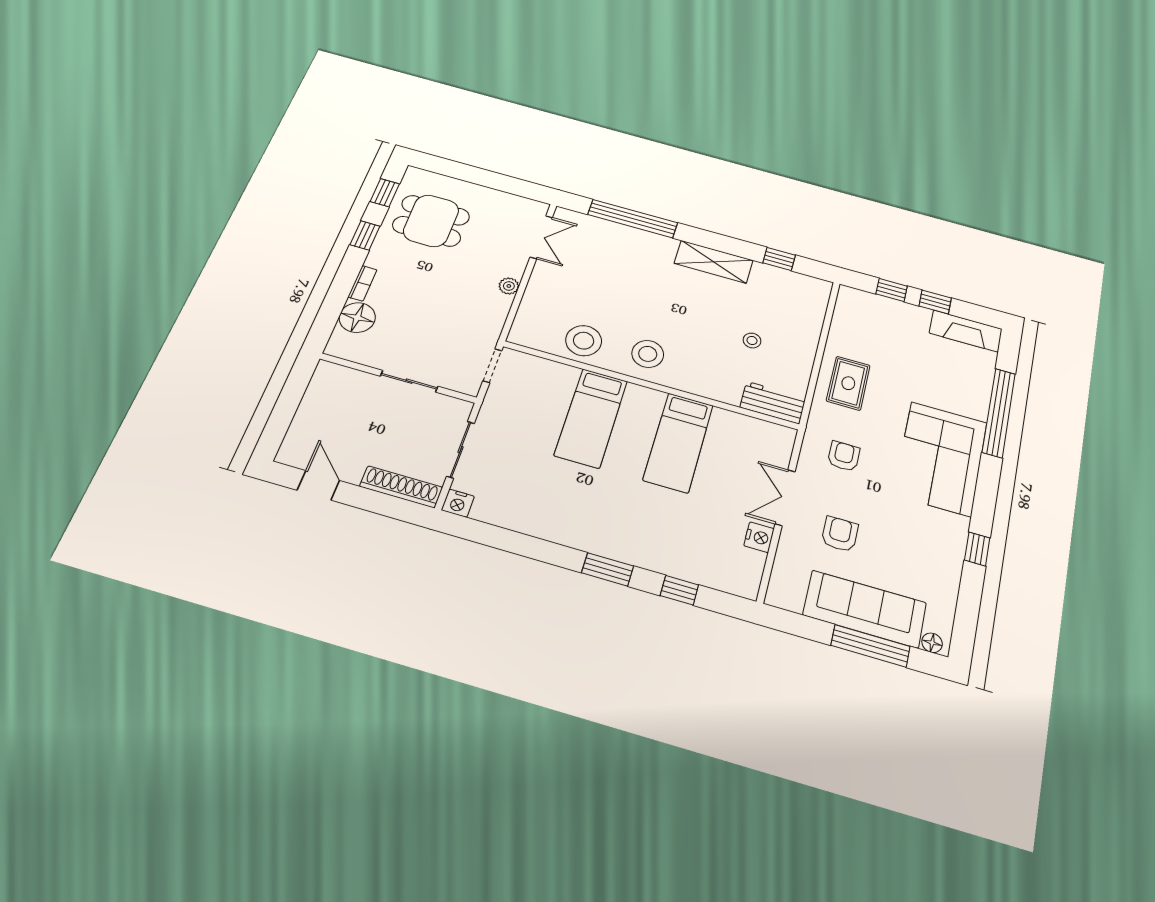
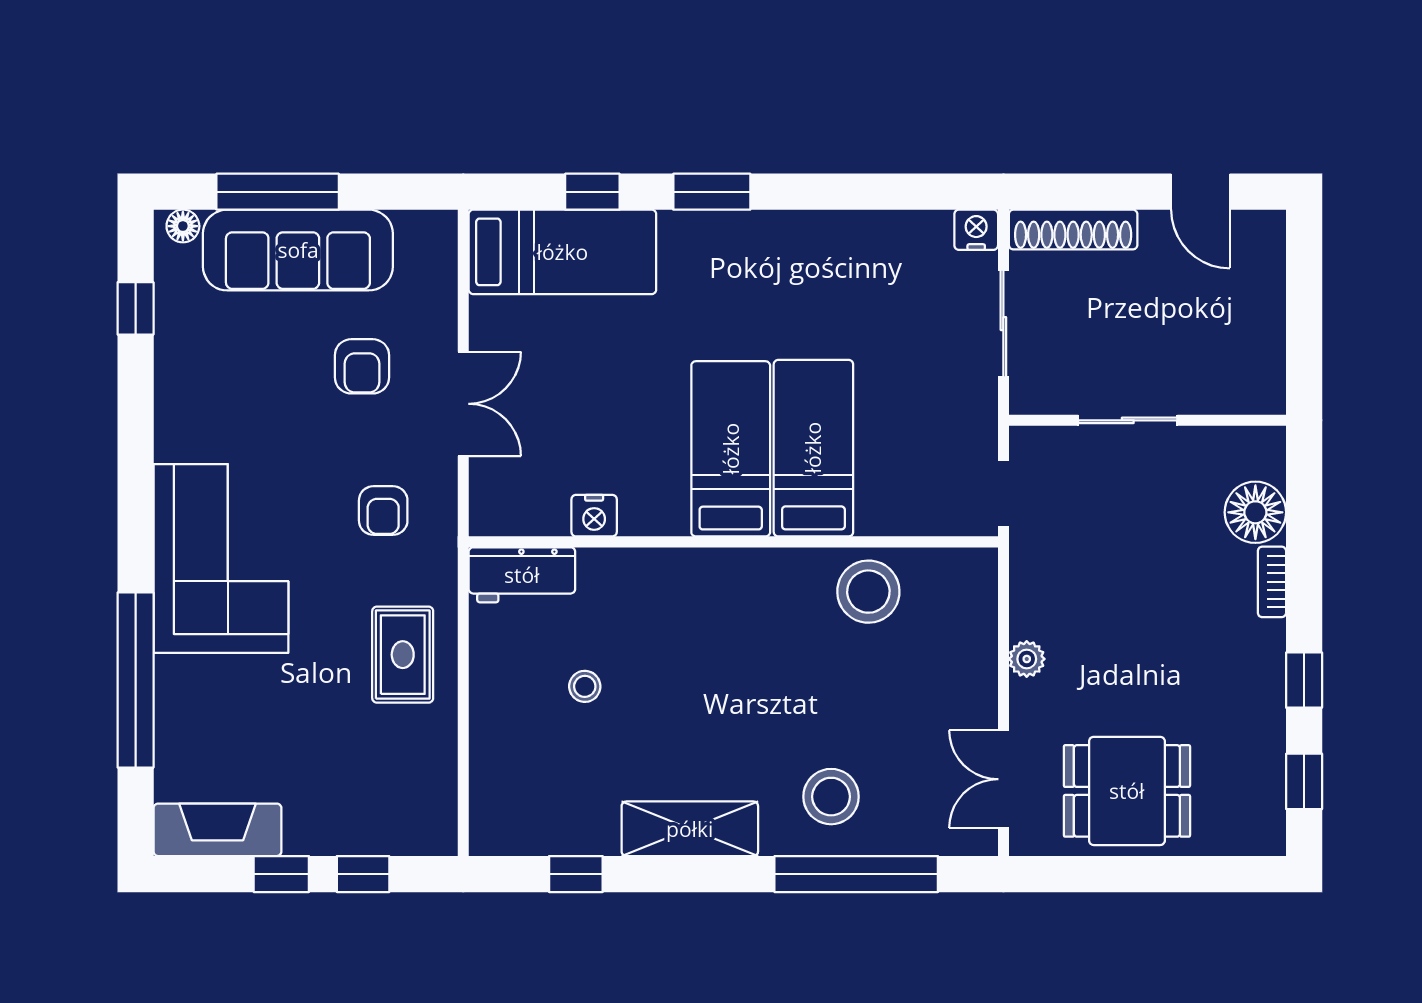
dining table: (431, 221) -> (1127, 791), moved
stool: (648, 354) -> (831, 797), moved
bed: (678, 442) -> (731, 449), moved
nightstand: (759, 537) -> (594, 516), moved, turned -90
window: (977, 549) -> (136, 308), moved
bed: (706, 562) -> (562, 252), added

